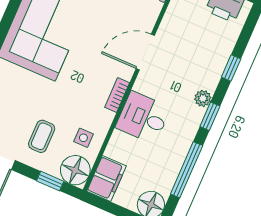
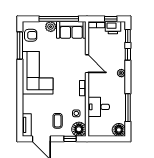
door: (145, 52) -> (87, 64), swing flipped
window: (210, 116) -> (128, 36), moved
desk: (143, 118) -> (99, 107), moved
filing cabinet: (107, 179) -> (94, 127), removed

